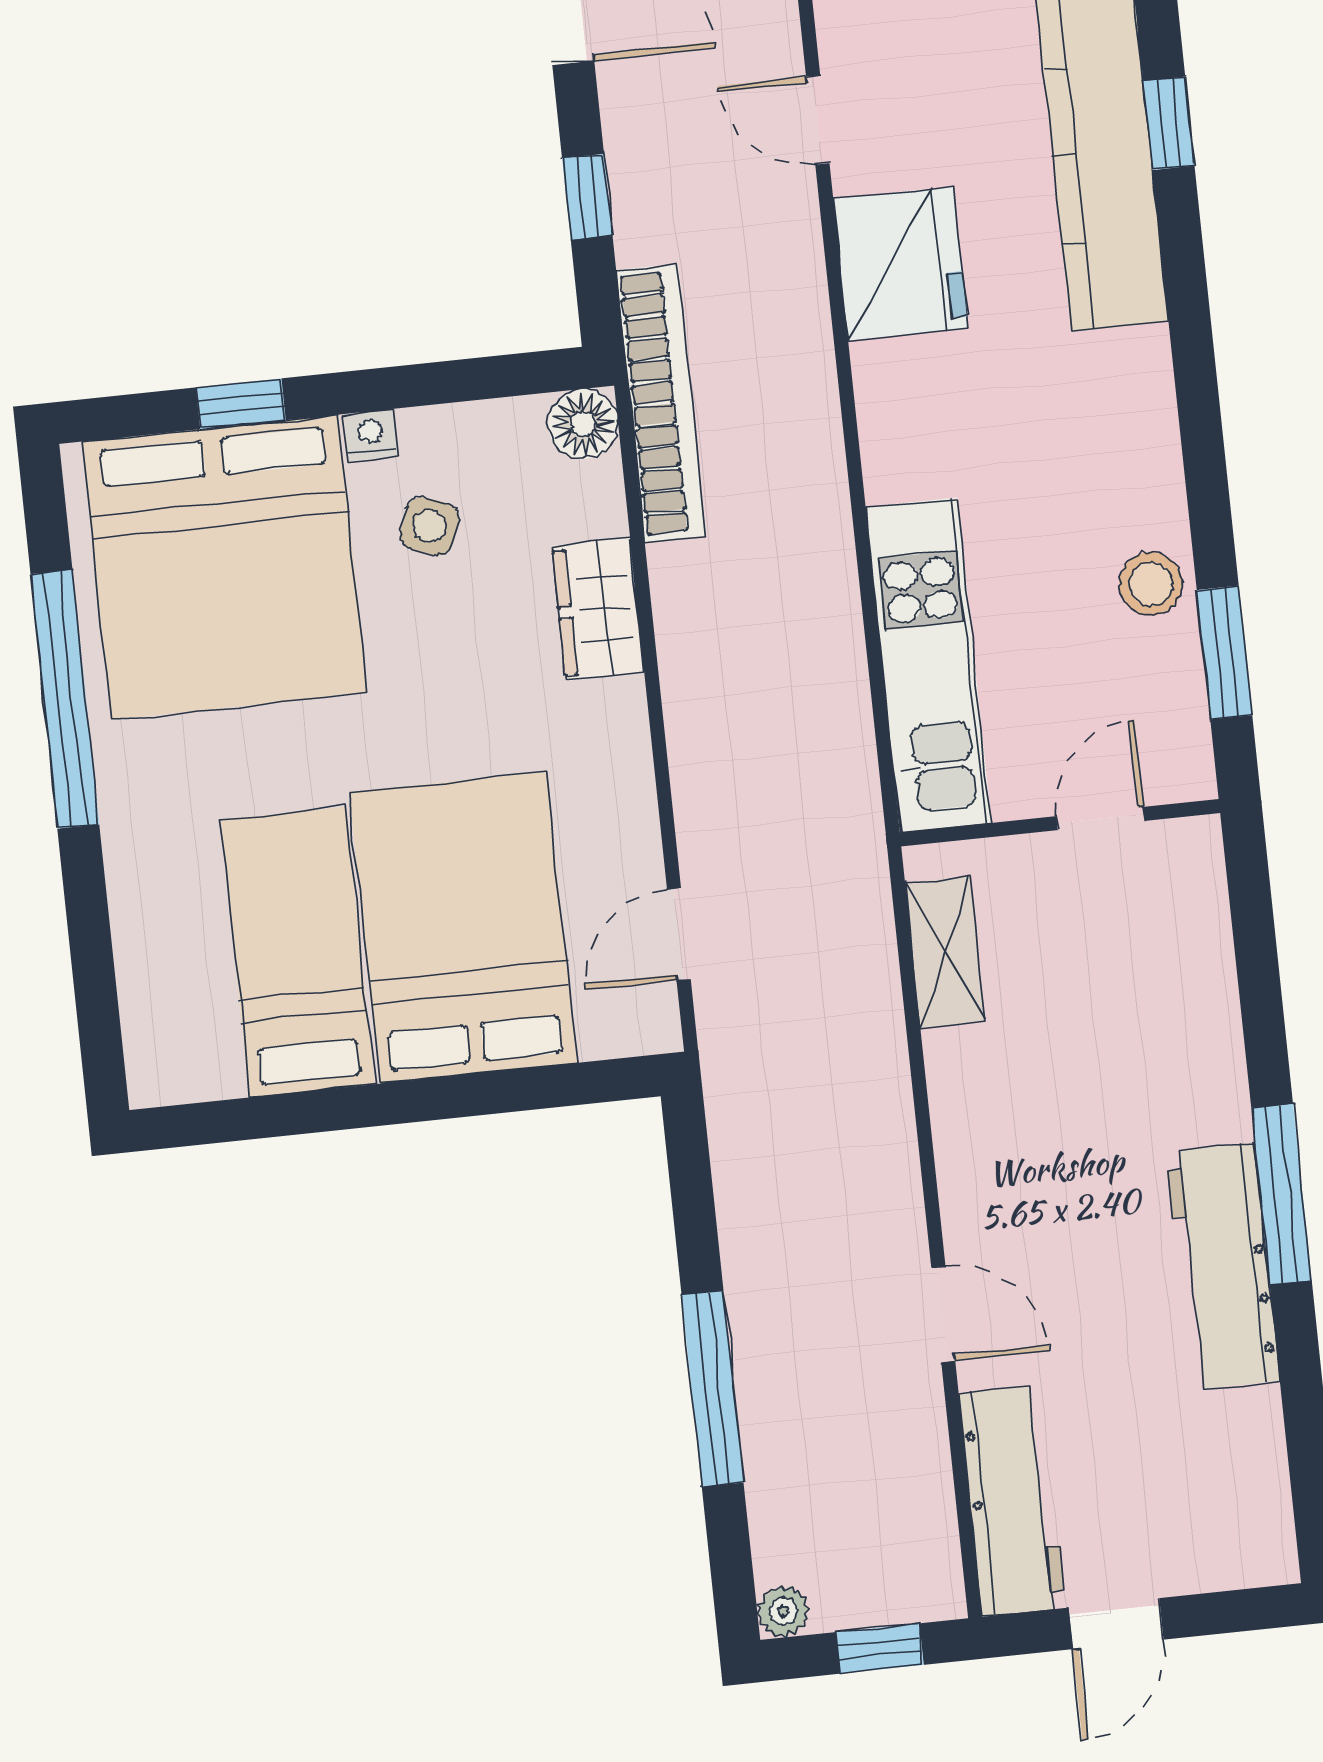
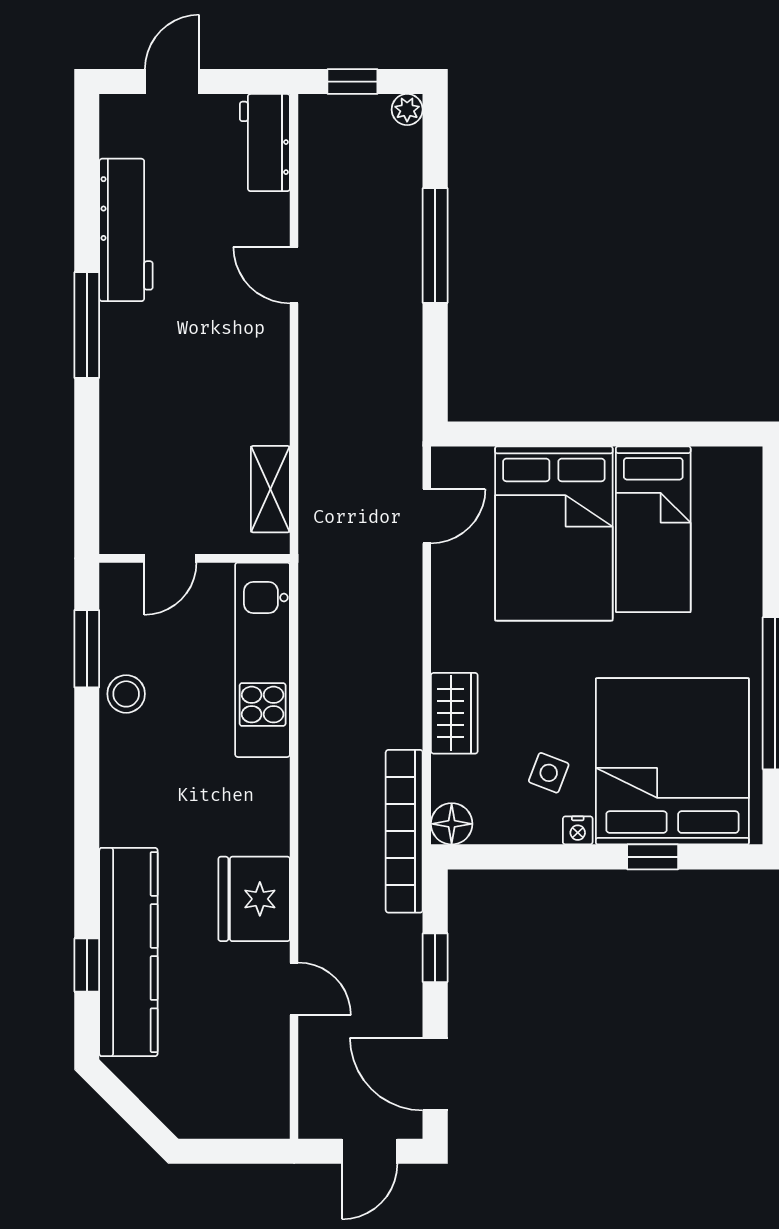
workbench: (1223, 1266) -> (126, 230), moved
workbench: (1012, 1501) -> (265, 143), width x0.73
door: (1116, 1624) -> (172, 82), moved

